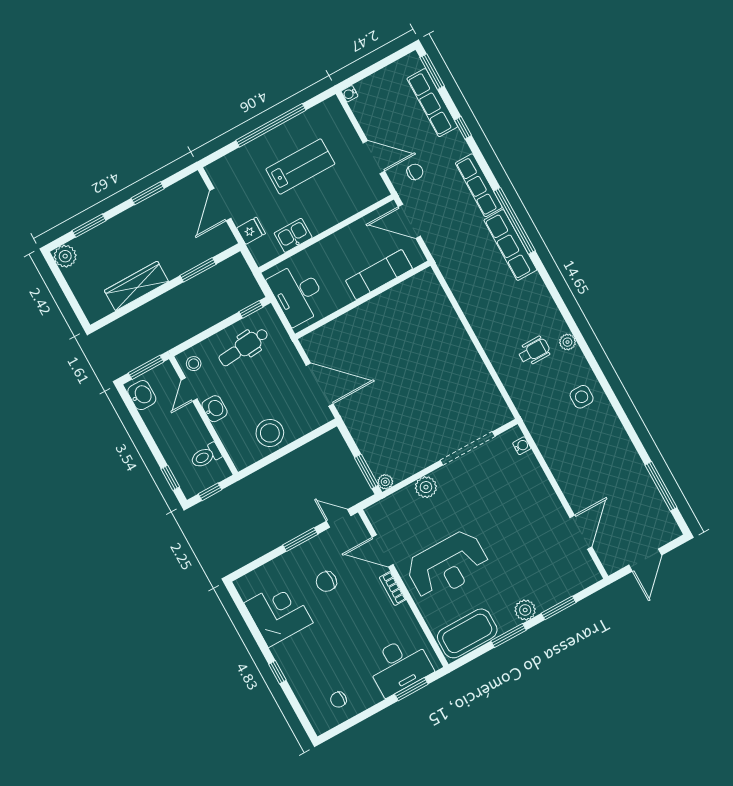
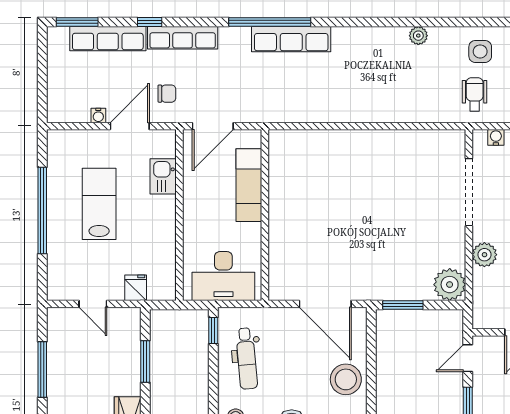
water cooler: (349, 94) -> (98, 116), moved
chair: (415, 172) -> (167, 94), turned 90
row of seats: (479, 185) -> (183, 38), moved
window: (148, 193) -> (42, 369), width x1.44
door: (220, 205) -> (93, 304), width x0.73
kitchen sink: (293, 235) -> (163, 176), moved
wheelchair: (534, 351) -> (475, 94), moved
door: (320, 385) -> (325, 304), swing flipped
window: (366, 471) -> (403, 305), moved
plant: (385, 482) -> (450, 285), width x1.88, depth x1.88

